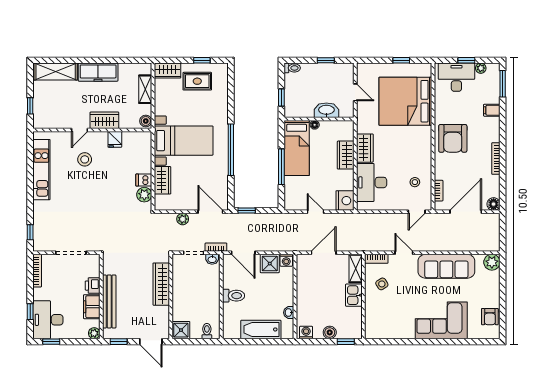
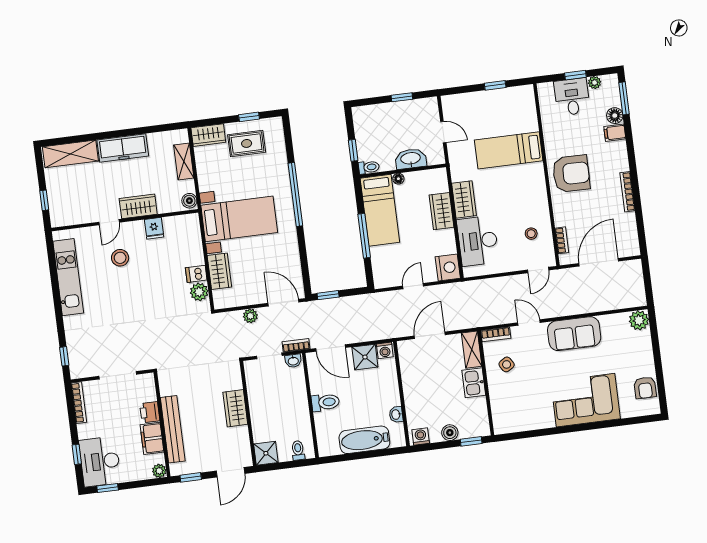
toilet: (292, 68) -> (369, 167), moved
desk: (456, 77) -> (572, 97), width x0.73
bed: (405, 101) -> (509, 150), width x0.49
armchair: (453, 138) -> (571, 174), turned -89
window: (231, 150) -> (295, 194), moved
floor lamp: (494, 204) -> (615, 116), moved
door: (315, 212) -> (413, 286), hinge flipped
sofa: (446, 266) -> (574, 334), width x0.73
wardrobe: (161, 284) -> (235, 408), width x0.67
door: (151, 342) -> (230, 472), hinge flipped

